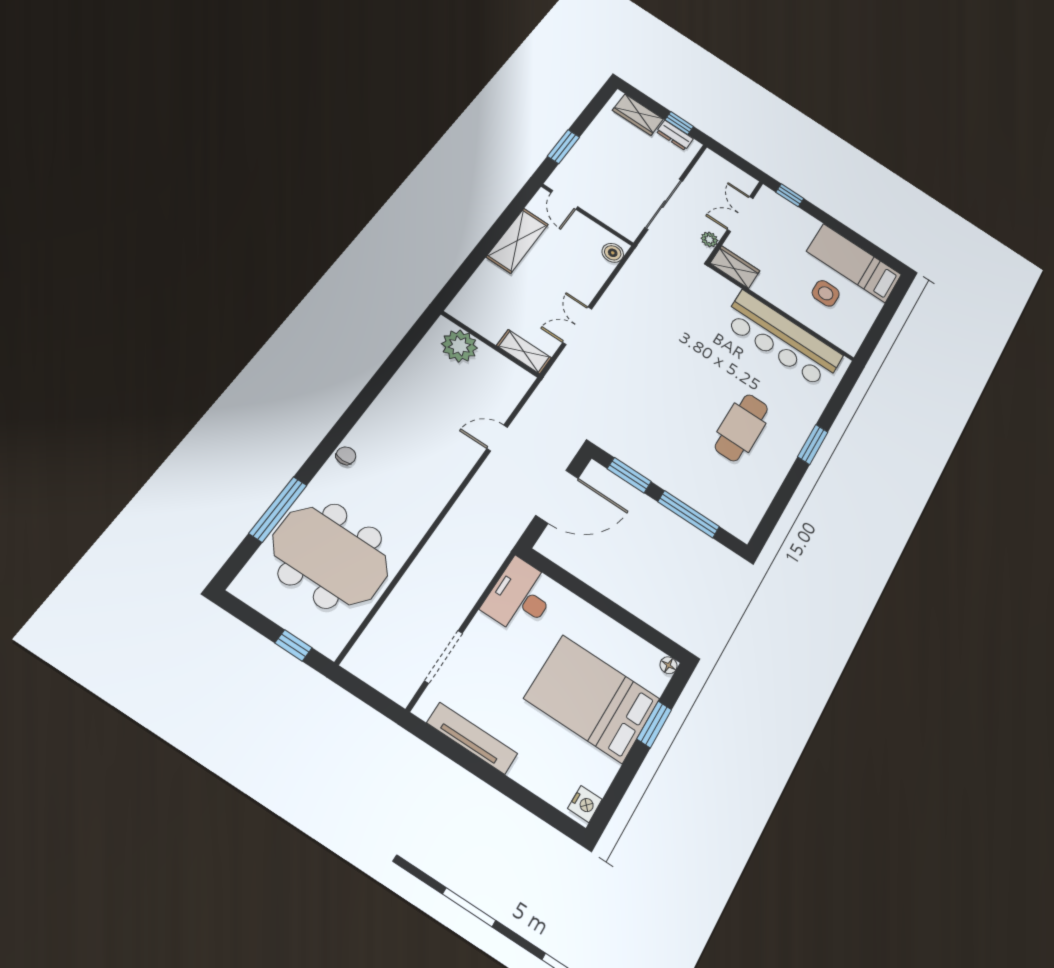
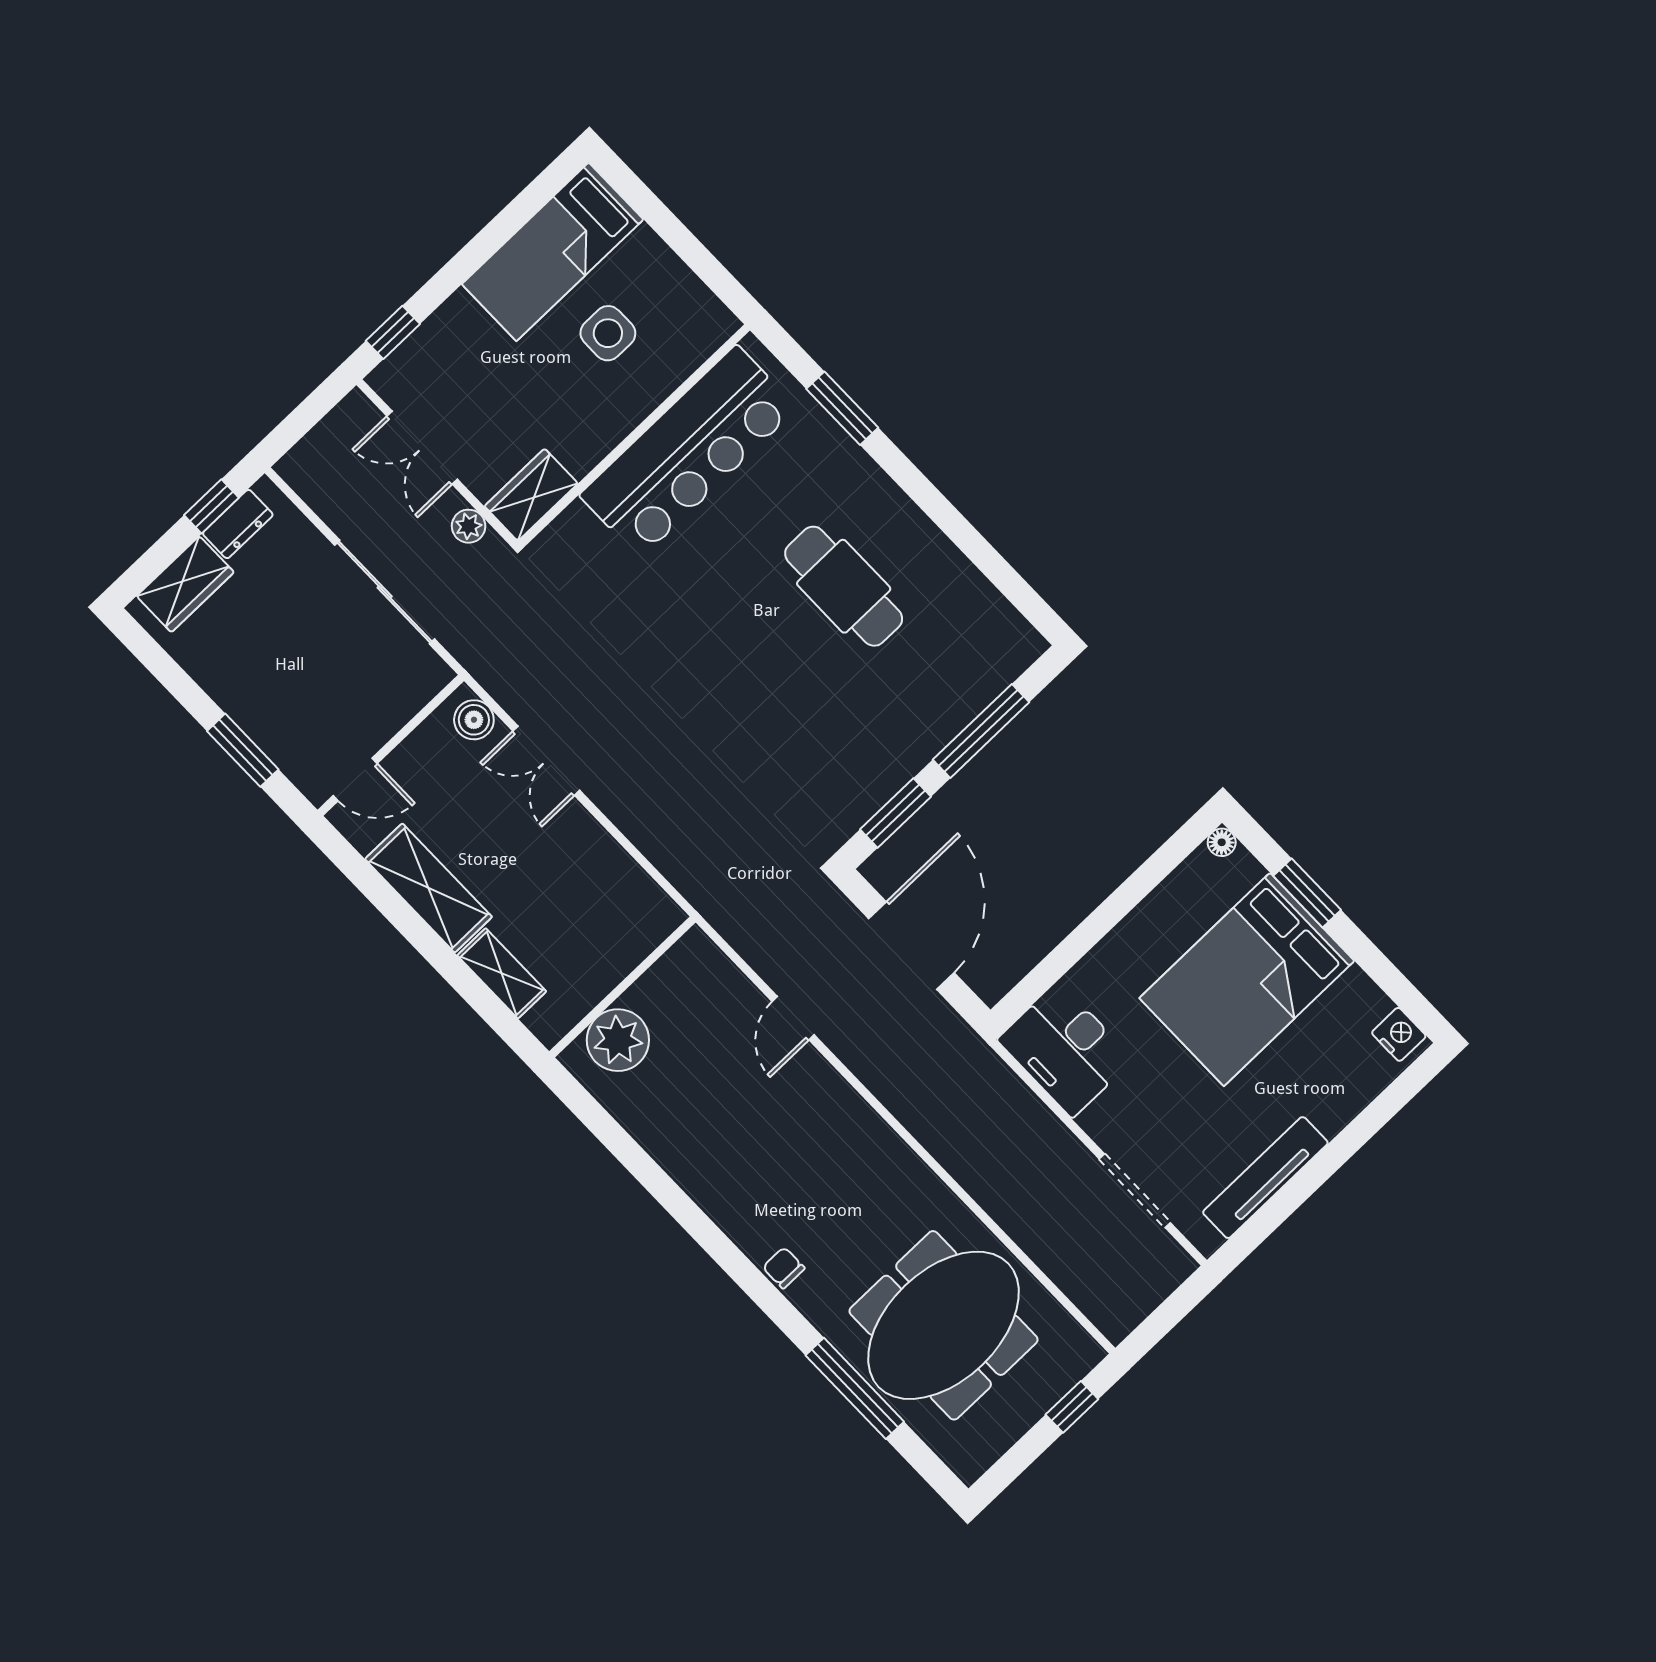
double door: (577, 326) -> (546, 761), moved
shelving: (524, 352) -> (502, 973), moved, turned 90
window: (813, 444) -> (842, 408), moved

